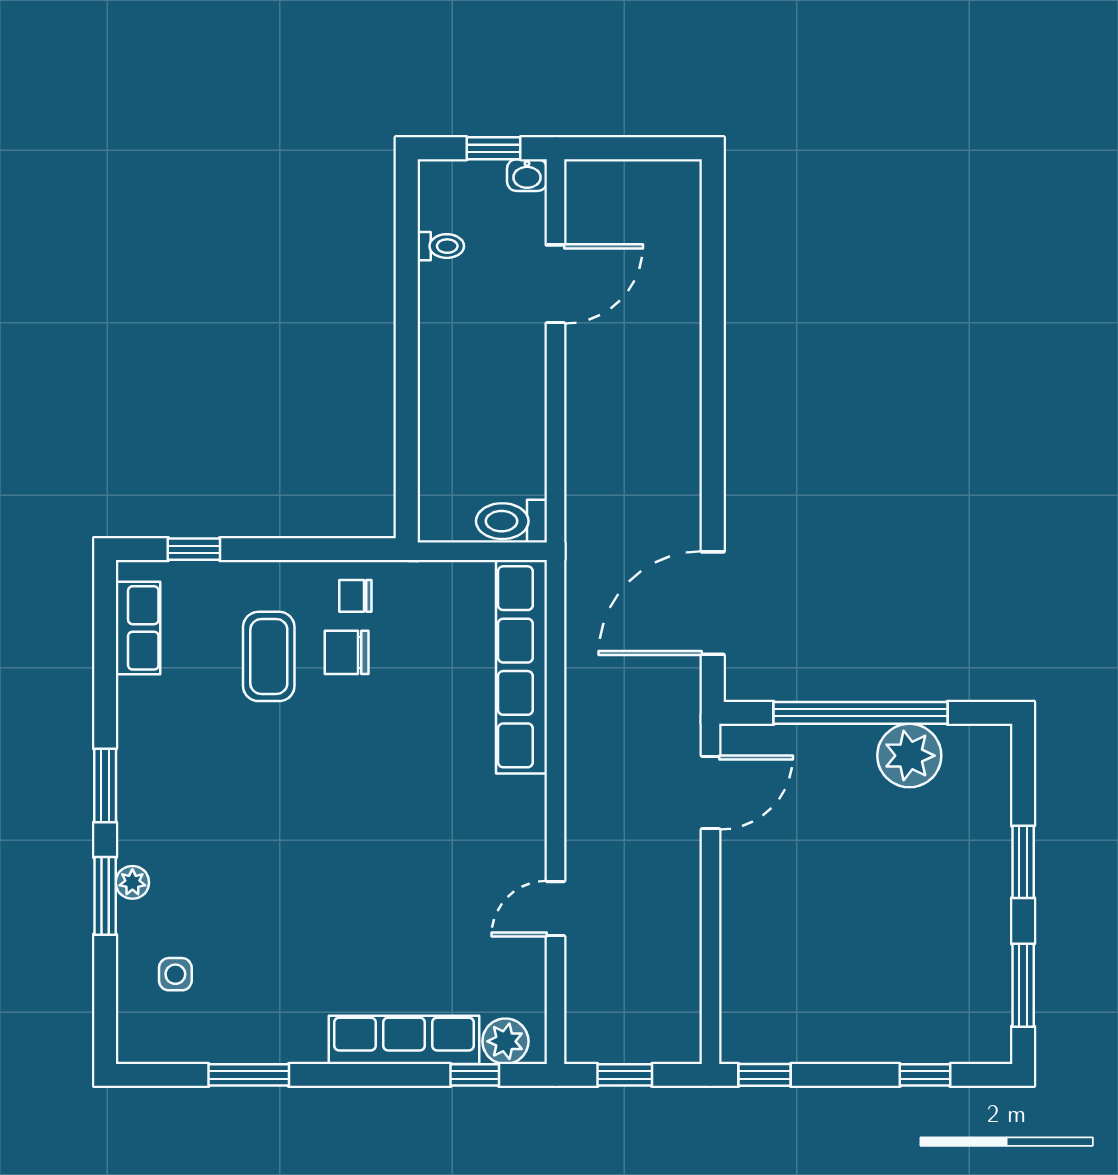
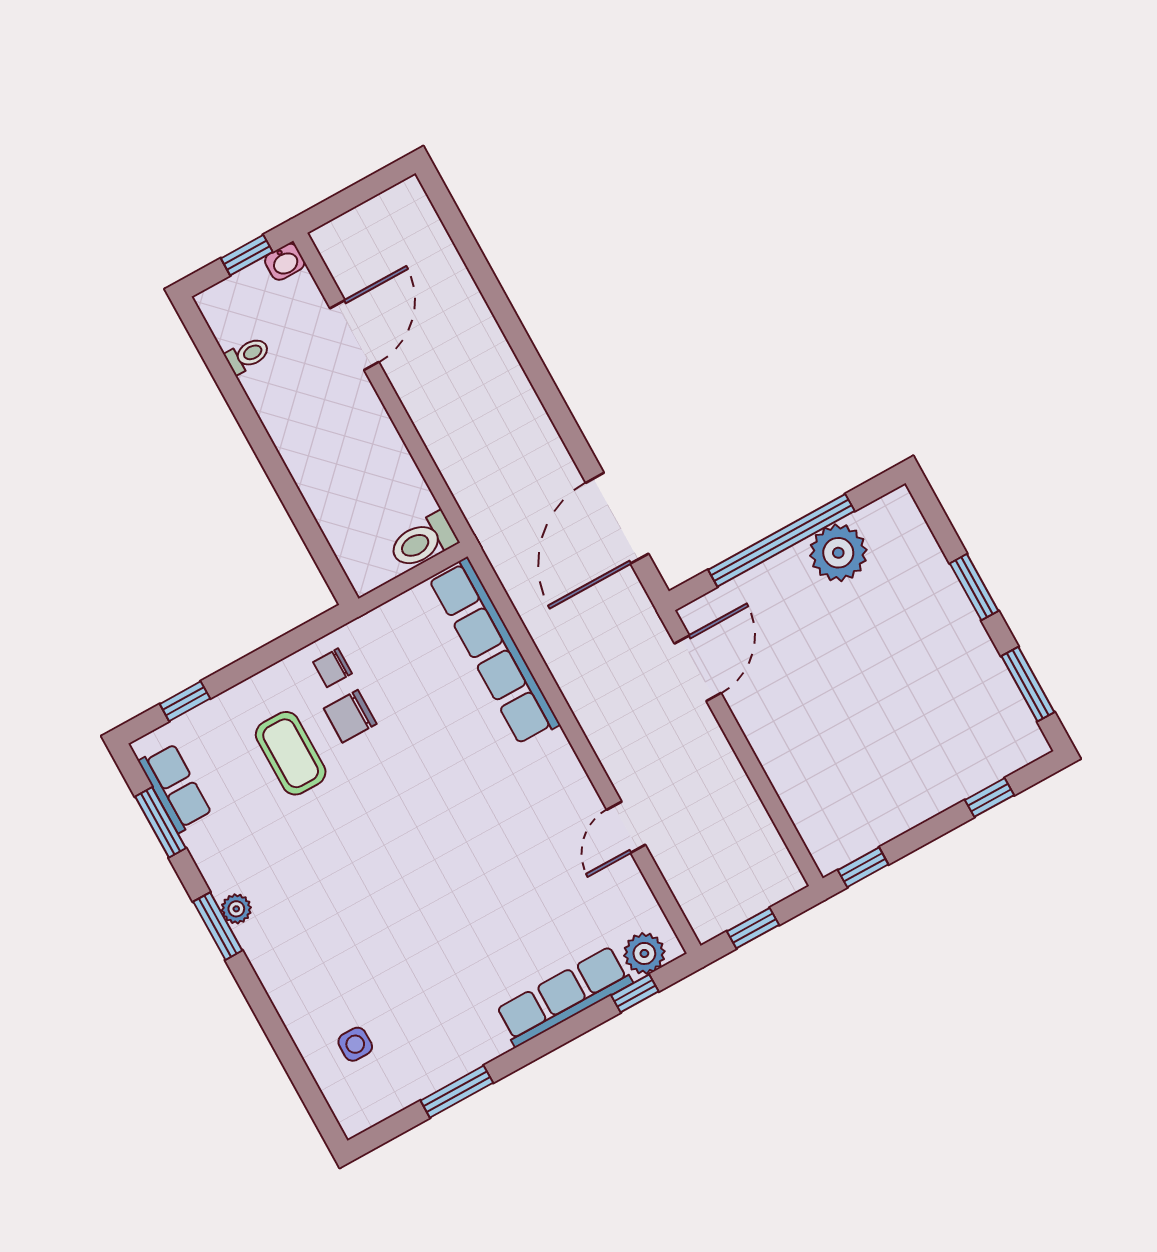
plant: (132, 882) -> (236, 909), moved
window: (105, 896) -> (160, 822), moved

